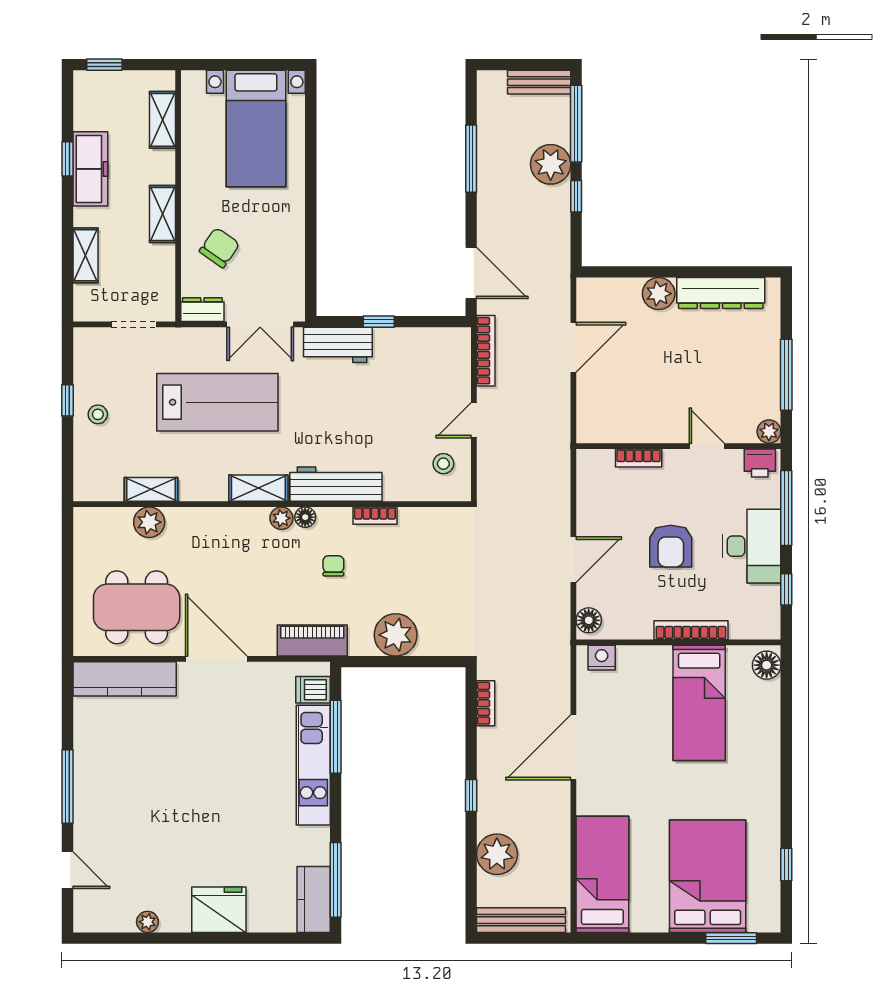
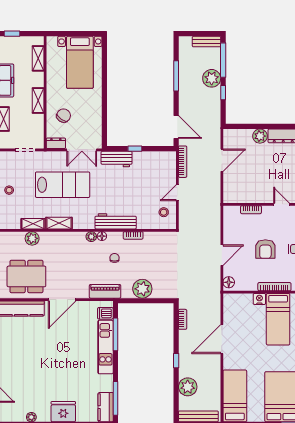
shelving: (258, 488) -> (59, 223), moved
nightstand: (602, 658) -> (259, 299), moved
door: (216, 659) -> (62, 300), swing flipped

